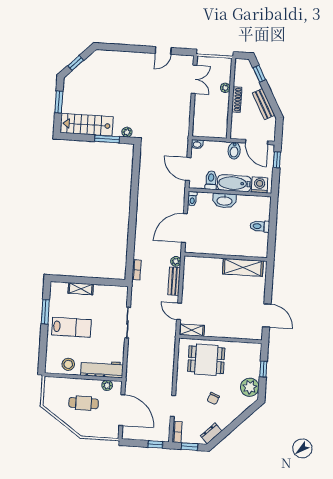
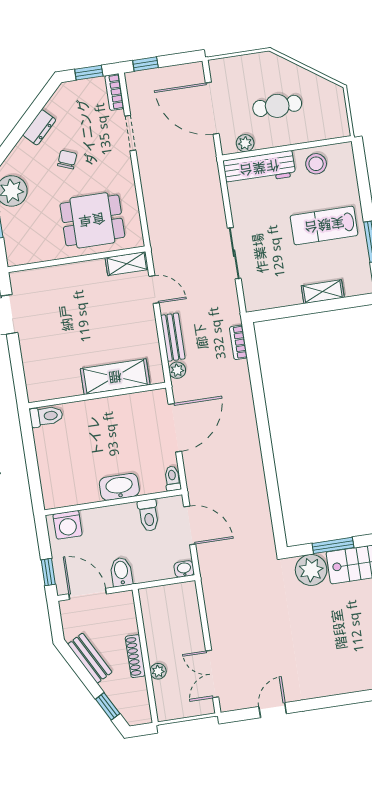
plant: (127, 132) -> (311, 570), width x1.88, depth x1.88
bathtub: (234, 183) -> (110, 519), removed
toilet: (260, 226) -> (46, 416), moved
shelving: (243, 267) -> (115, 377), moved
dresser: (211, 433) -> (39, 127), moved

